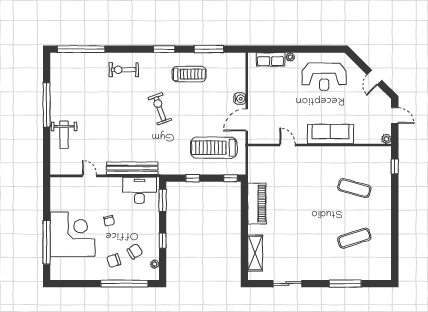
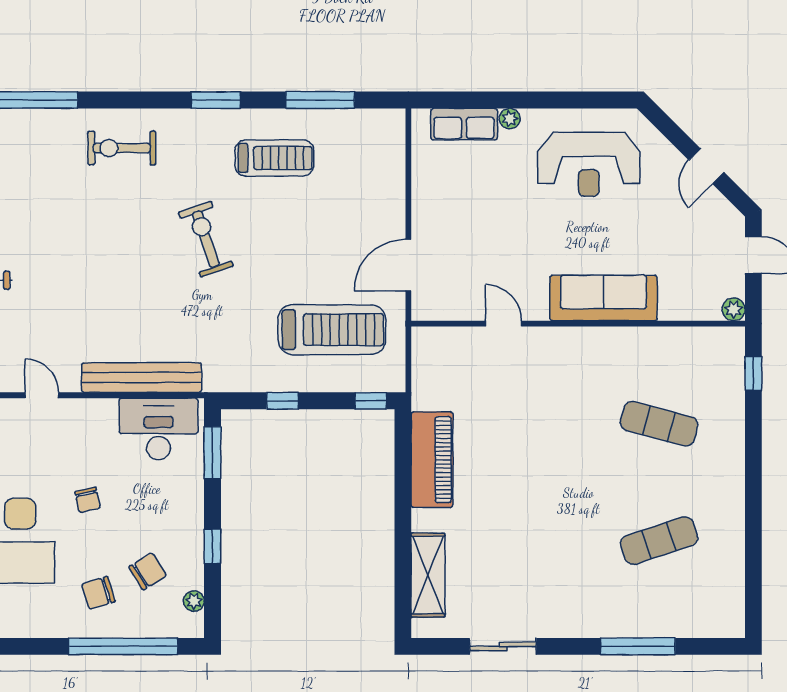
water cooler: (240, 99) -> (392, 215), removed
treadmill: (214, 148) -> (332, 330), turned 180

